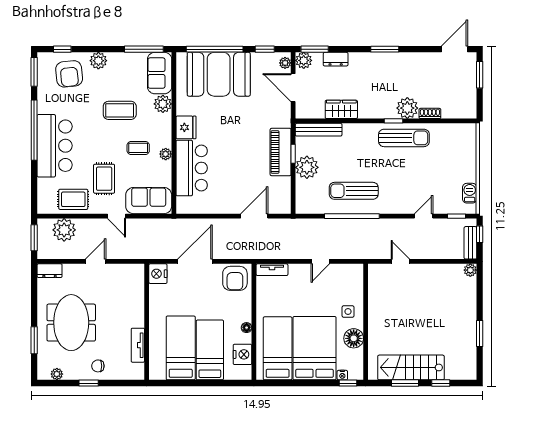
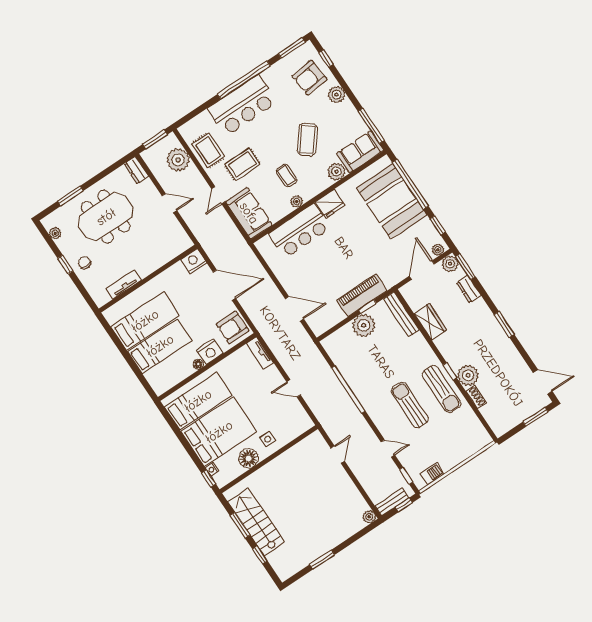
coffee table: (120, 110) -> (307, 140), turned 39
sun lounger: (354, 191) -> (410, 405), moved
nightstand: (242, 354) -> (210, 352), moved

